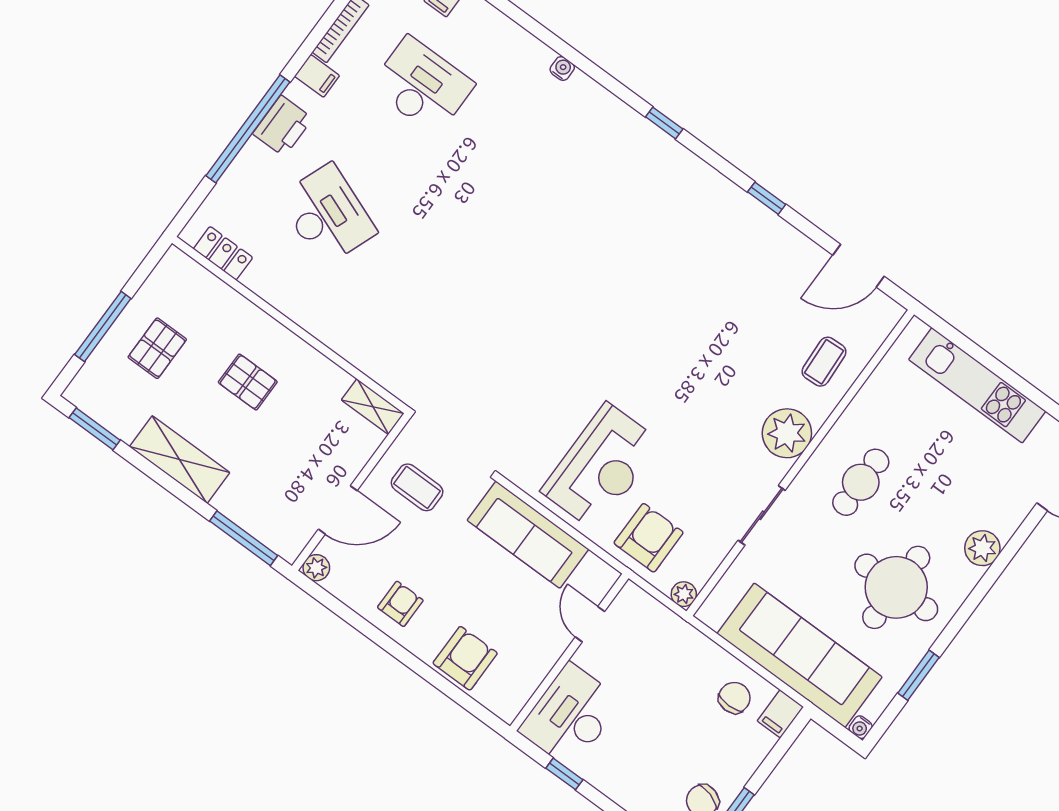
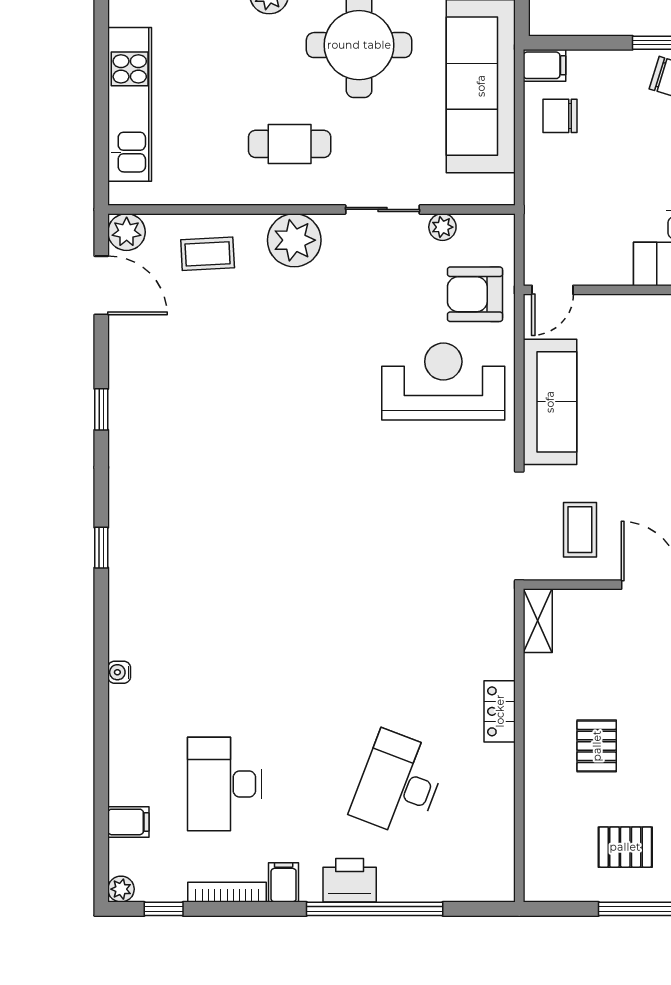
locker: (223, 253) -> (500, 711), moved
plant: (884, 313) -> (127, 232), added
plant: (684, 594) -> (442, 227), moved
door: (590, 624) -> (553, 290), moved

